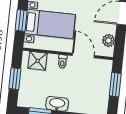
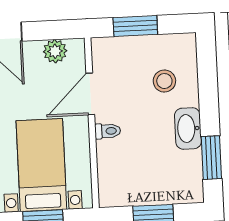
shower: (37, 61) -> (113, 178), removed
stool: (84, 95) -> (164, 81), added

